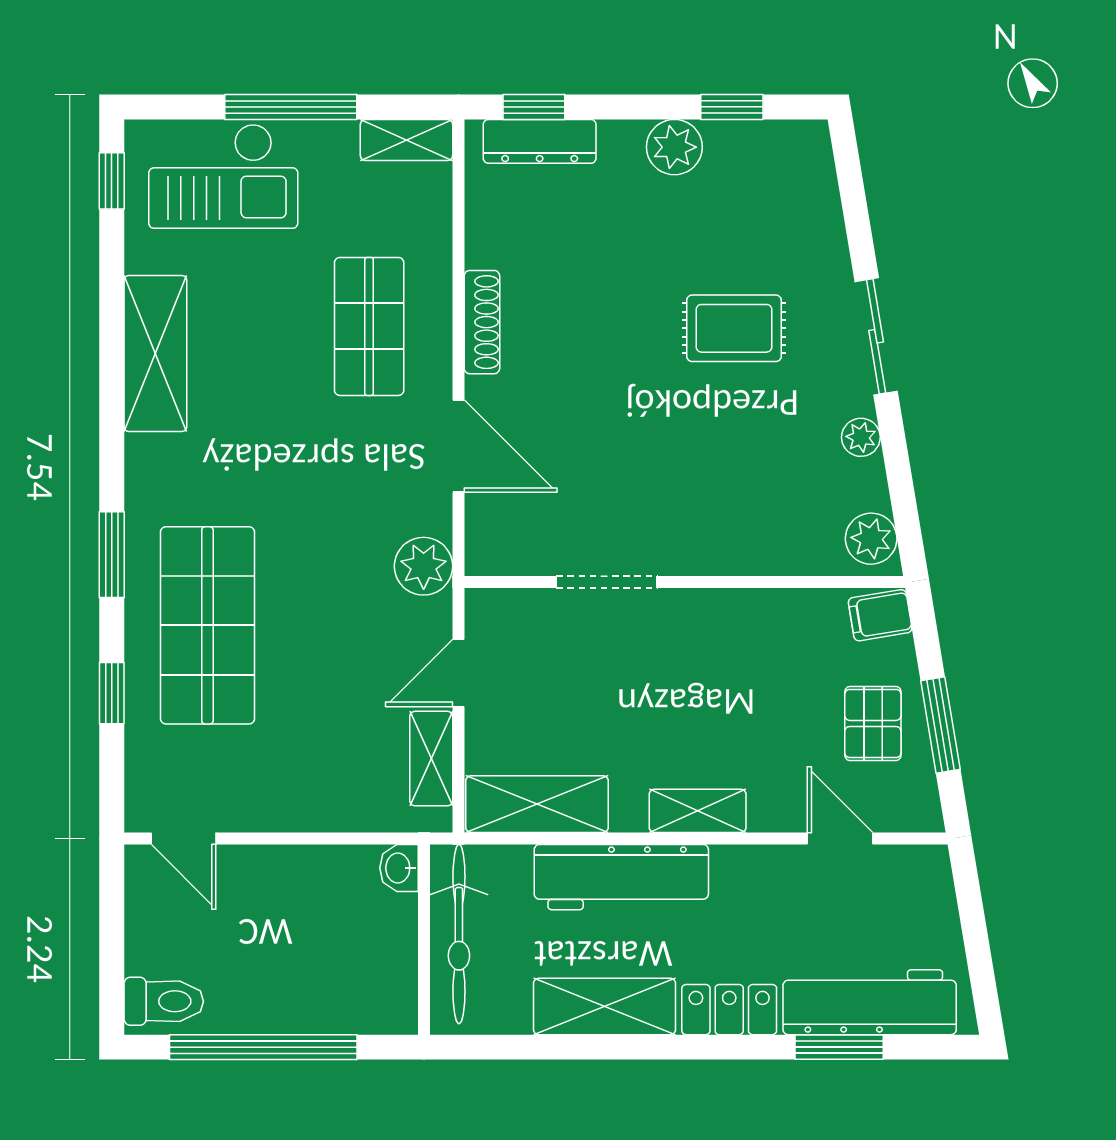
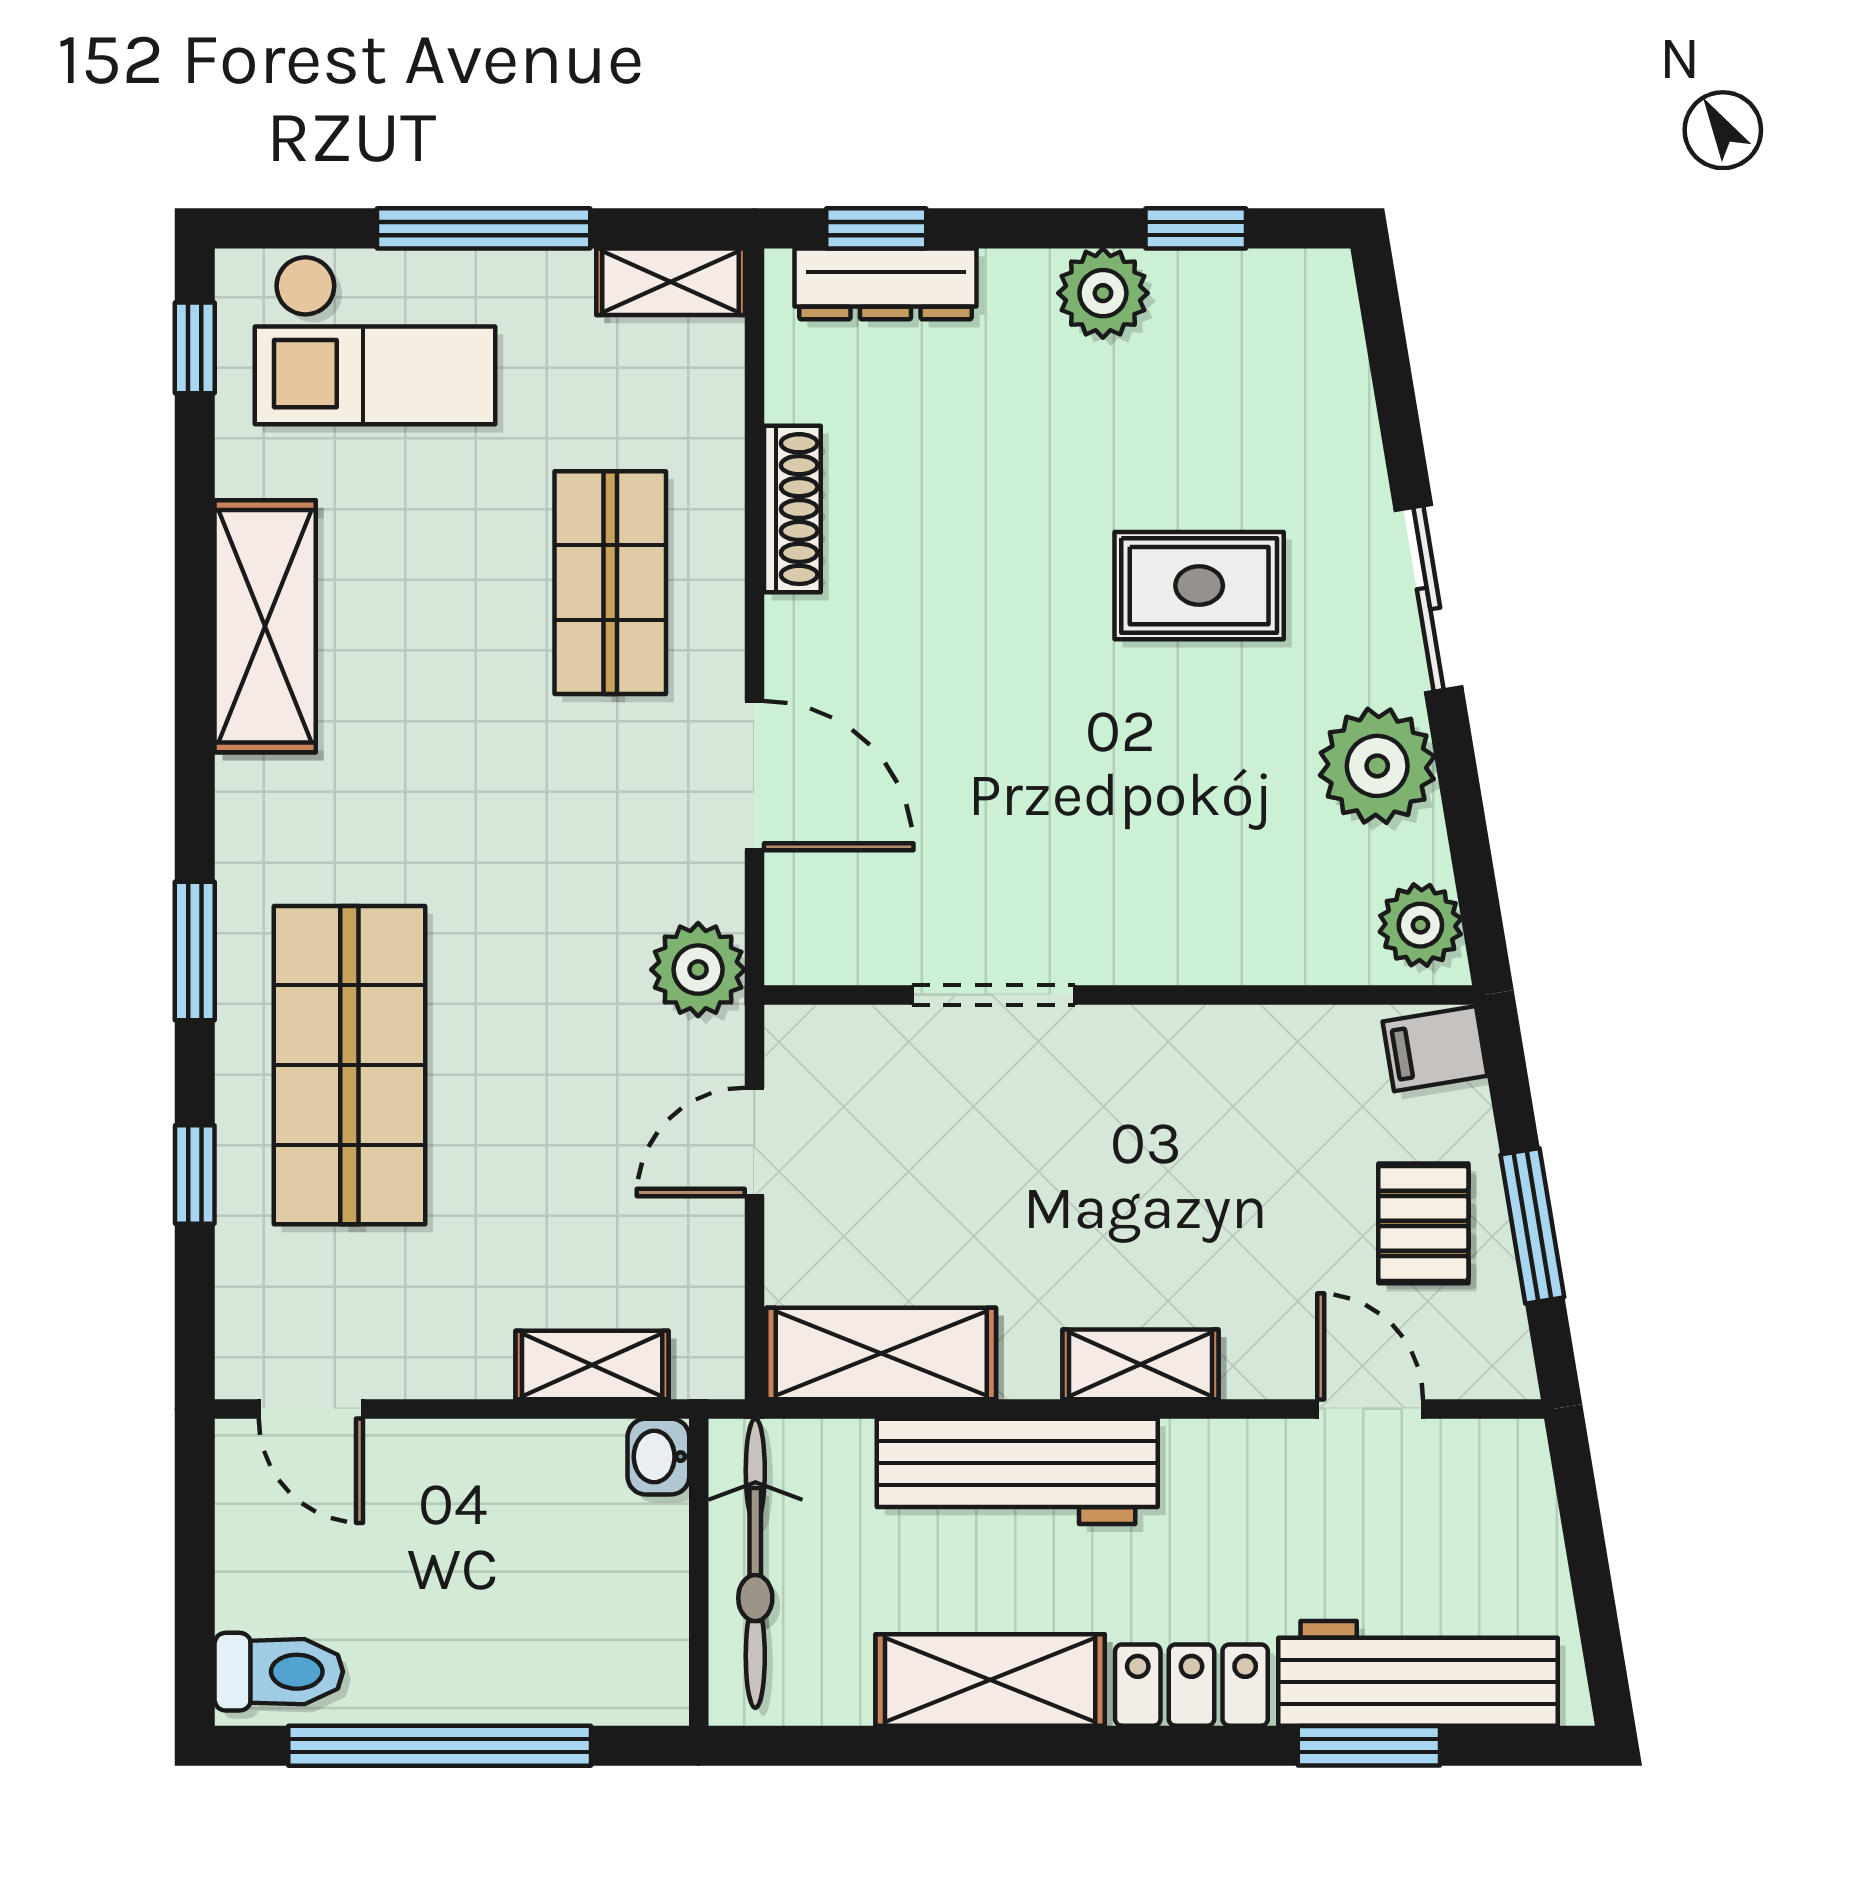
shoe rack: (482, 322) -> (792, 509), moved
plant: (861, 437) -> (1377, 766), width x1.88, depth x1.88
shelving: (431, 759) -> (592, 1365), moved, turned 90

